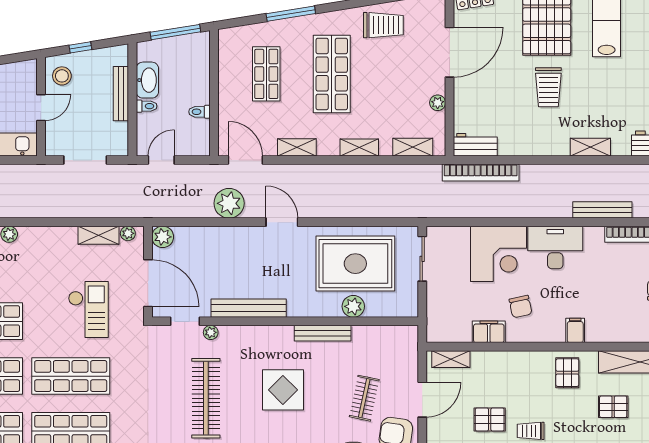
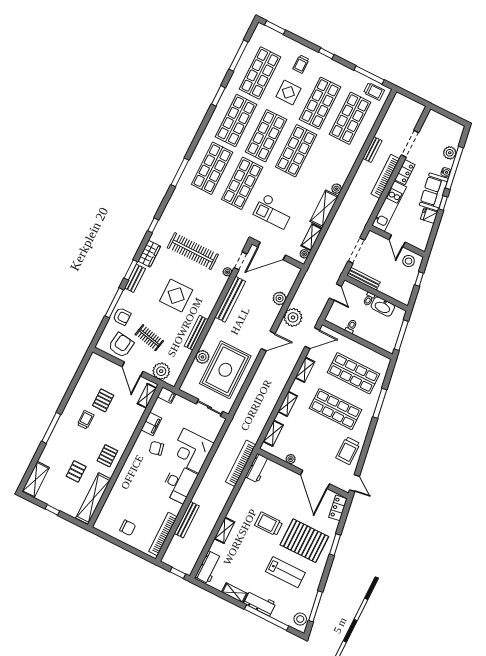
shop shelf: (266, 74) -> (353, 373), width x1.43, depth x1.36
bench: (121, 94) -> (363, 279), moved
plant: (163, 237) -> (280, 298), moved
shelving: (48, 238) -> (324, 209), added
filing cabinet: (575, 330) -> (167, 395), moved
plant: (404, 356) -> (161, 371), added
pallet: (567, 373) -> (107, 456), turned 90

